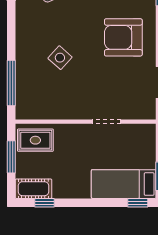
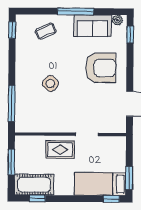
armchair: (123, 37) -> (101, 68), turned 180
rug: (35, 140) -> (60, 150), moved
cot: (33, 189) -> (34, 185), width x1.37, depth x1.34

